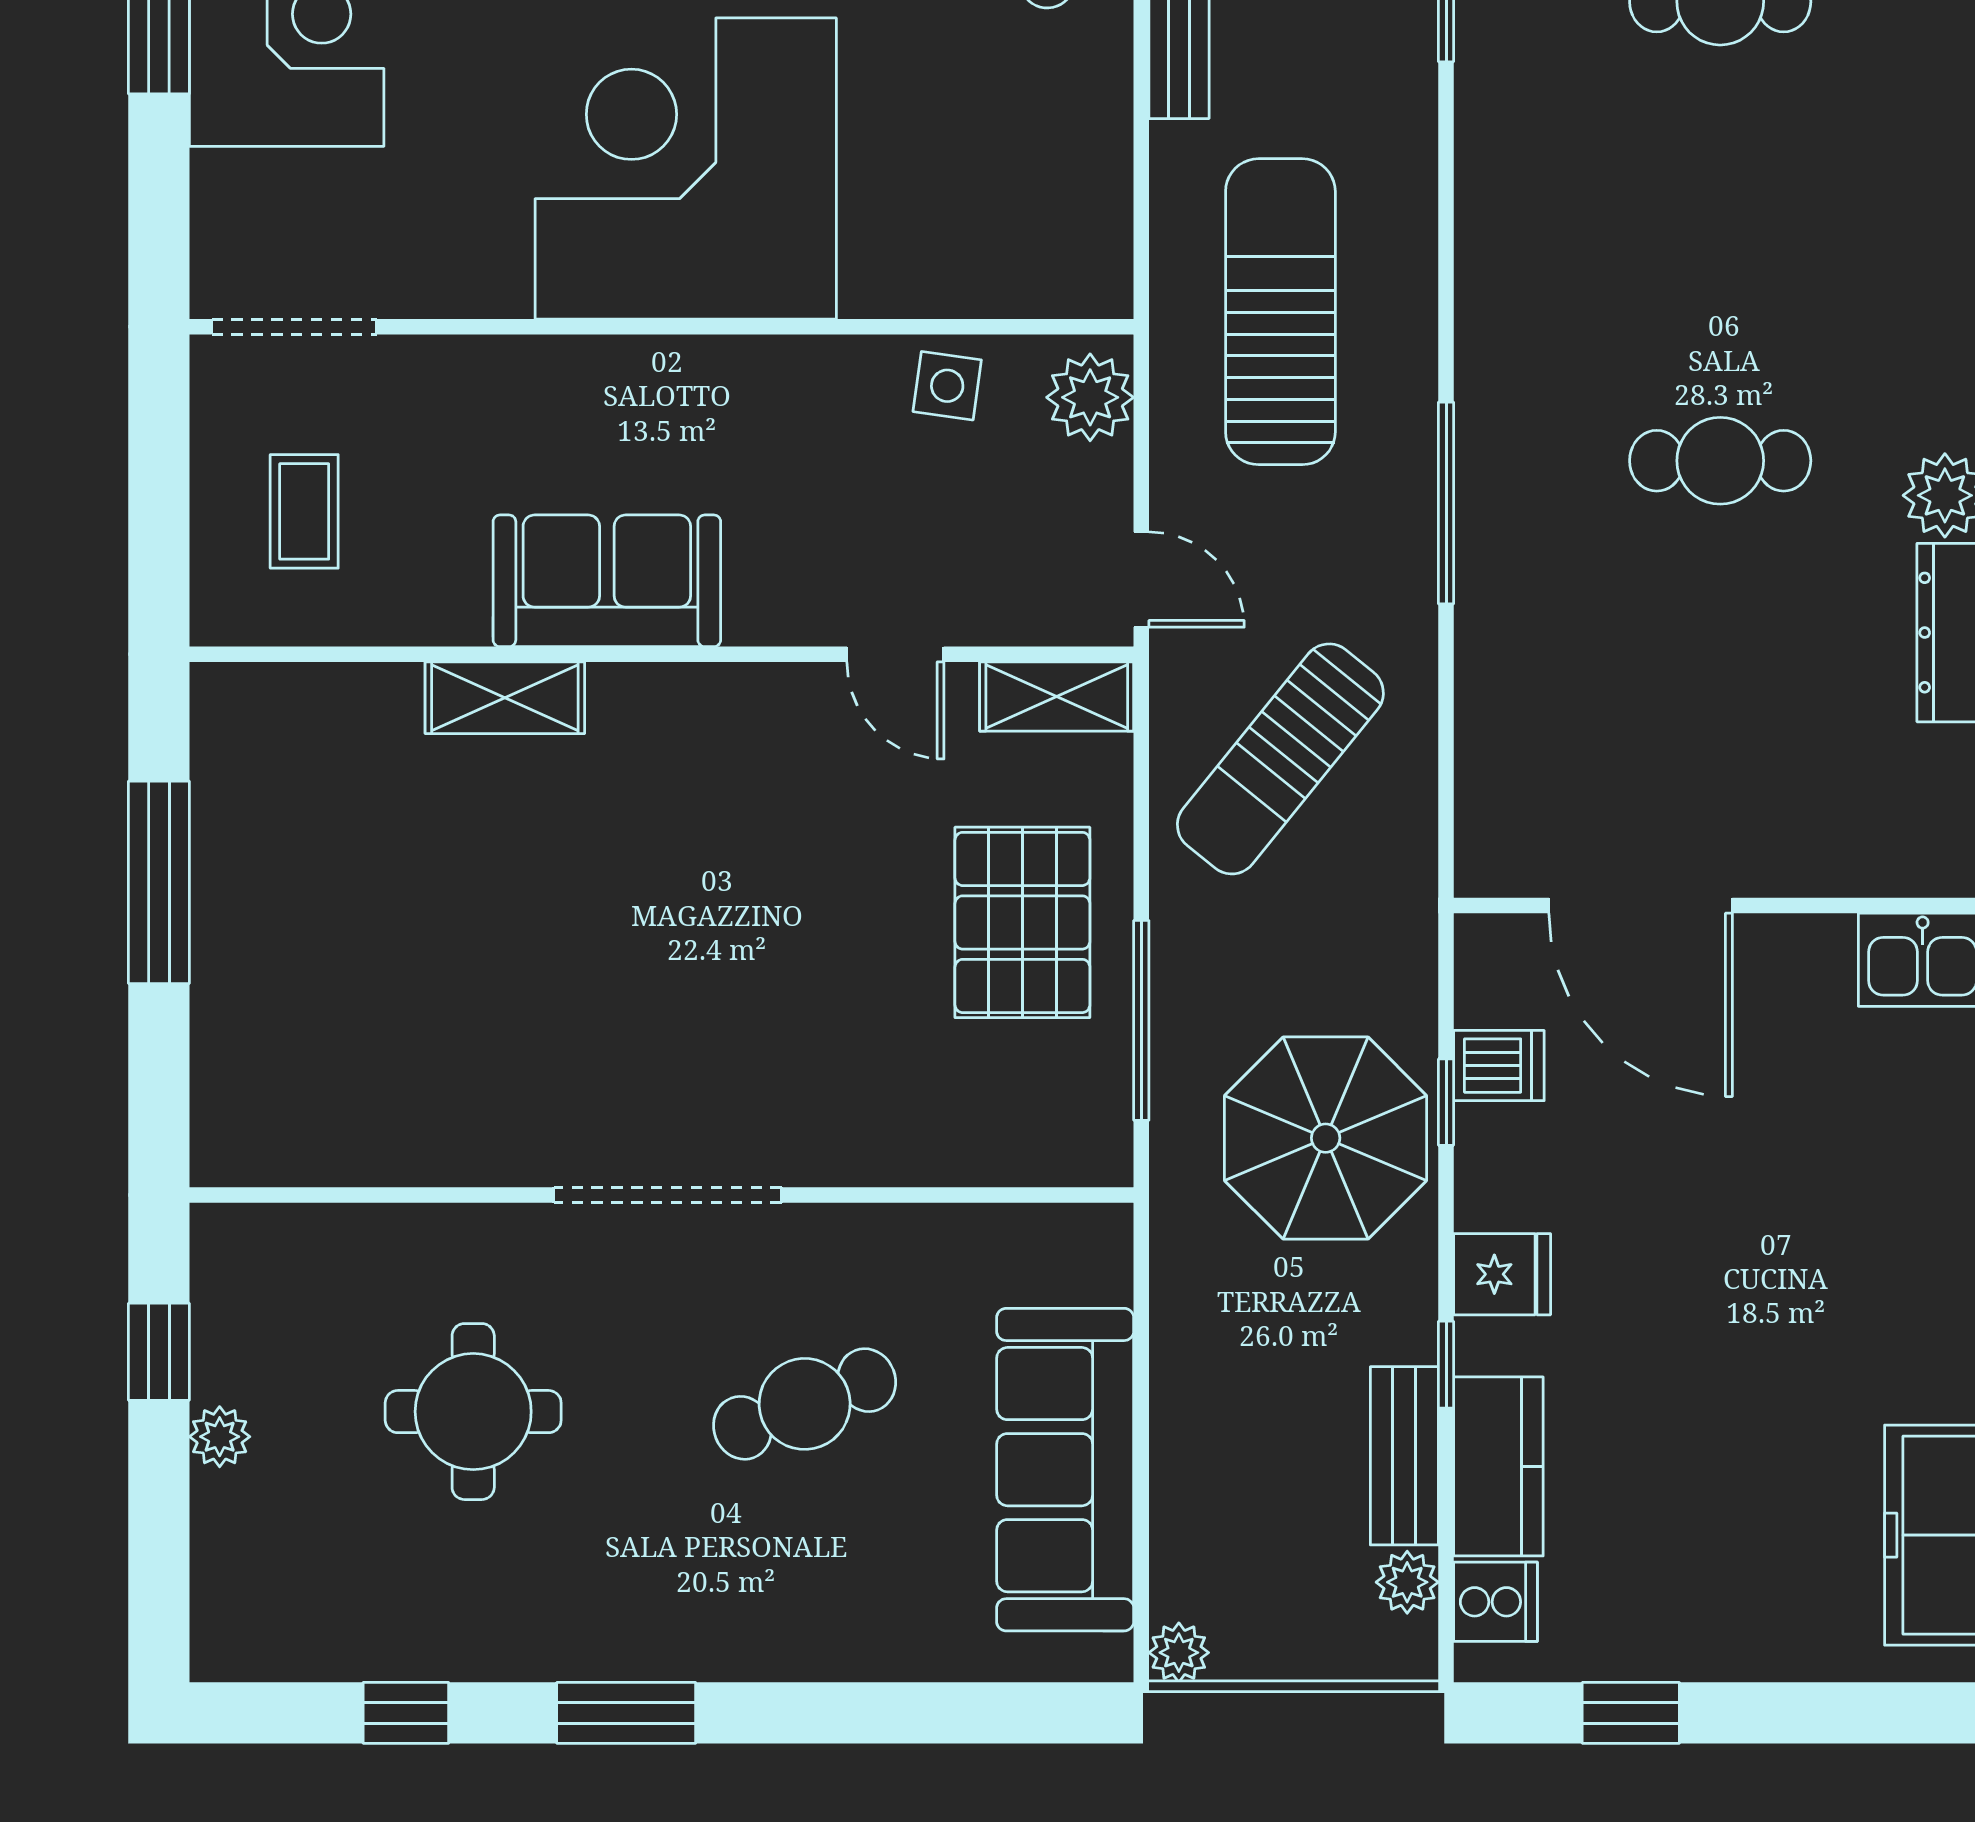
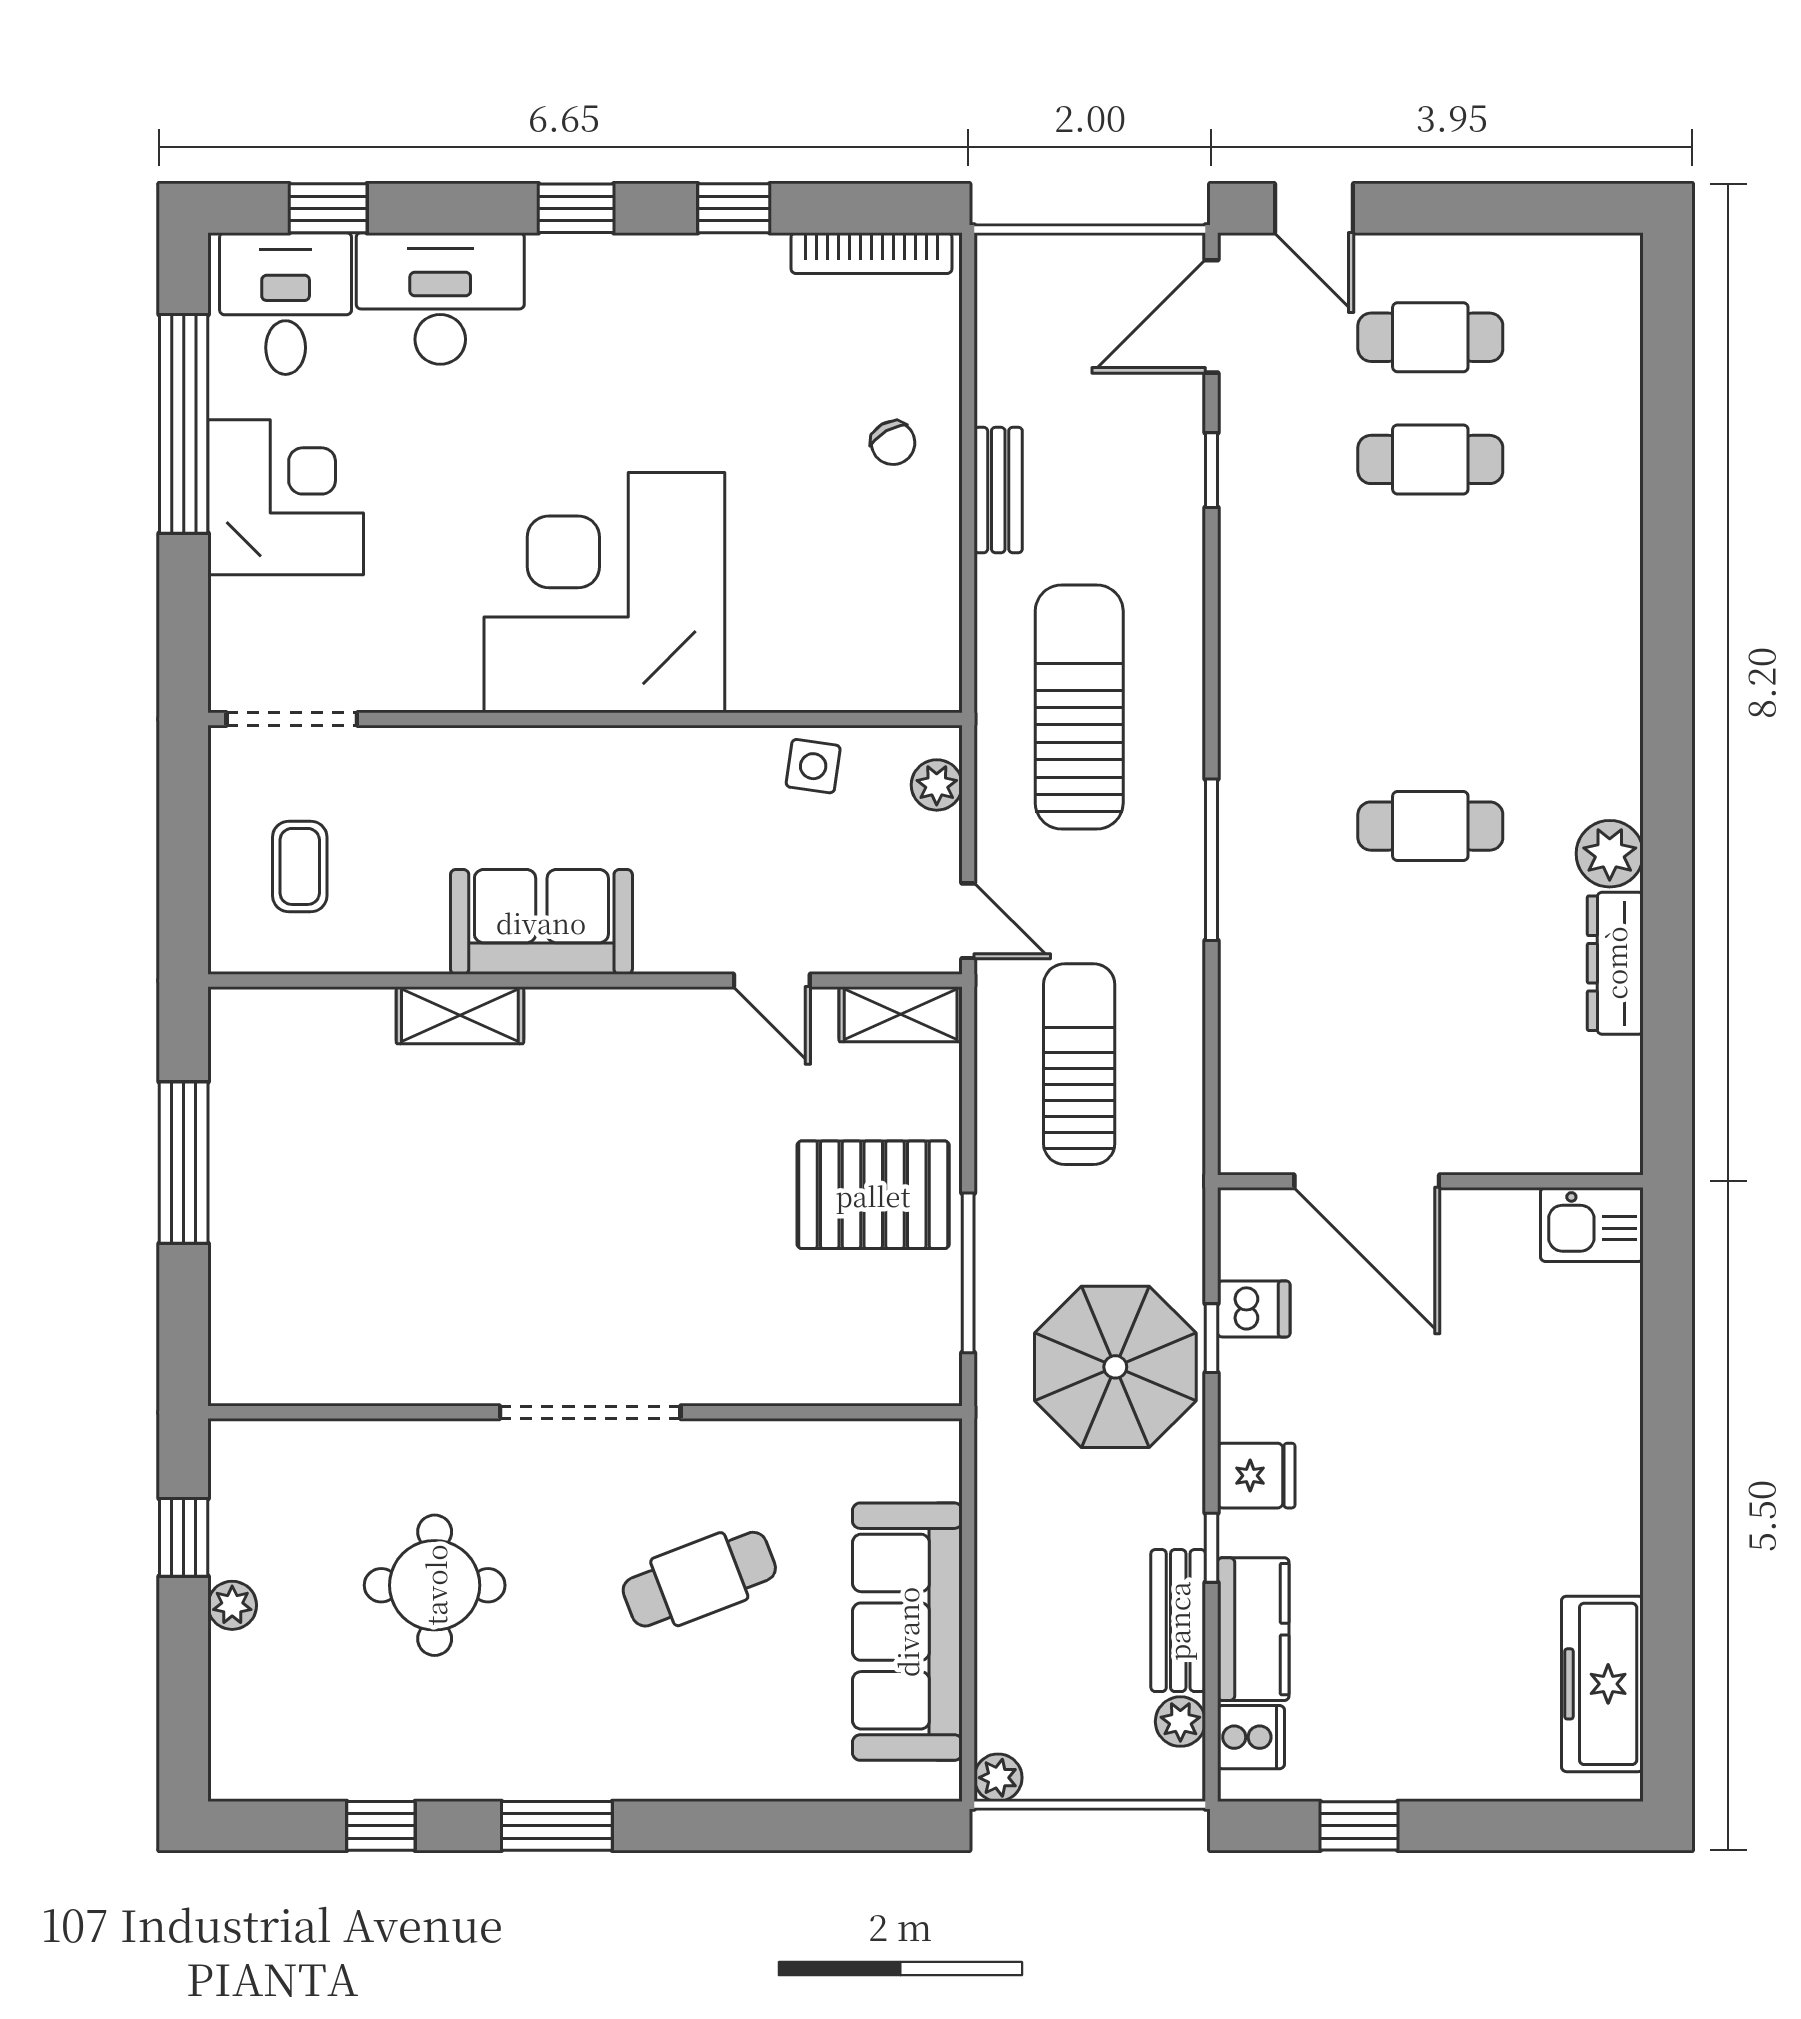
plant: (1090, 397) -> (937, 785), width x0.73, depth x0.73
sun lounger: (1280, 759) -> (1079, 1064), turned 141
pallet: (1022, 922) -> (873, 1195), turned 90

